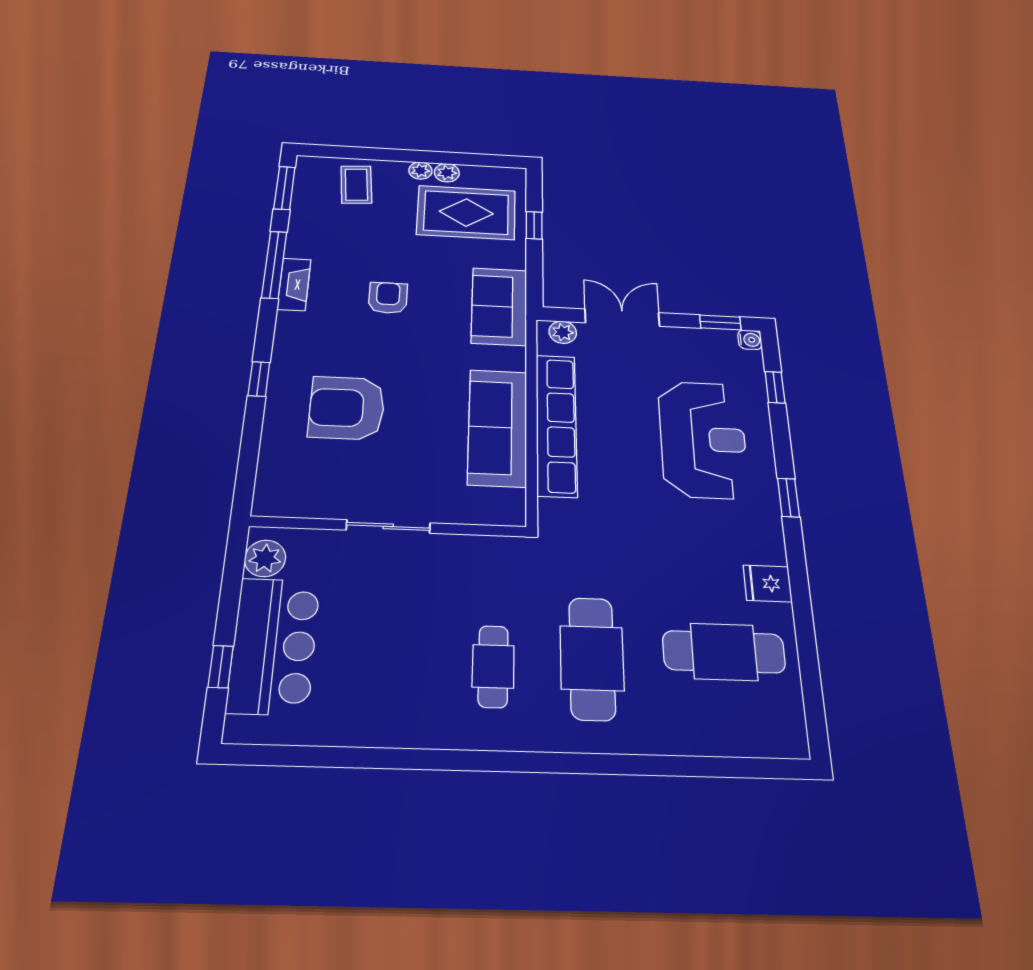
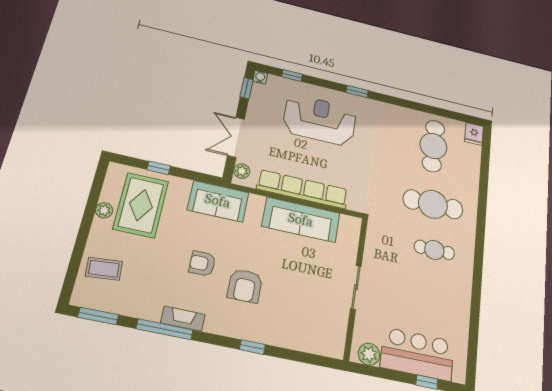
plant: (420, 171) -> (99, 226), removed
armchair: (347, 408) -> (245, 286), moved, width x0.73, depth x0.73
fridge: (768, 583) -> (474, 134), moved

